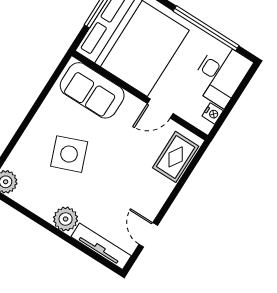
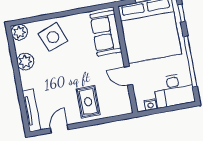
side table: (69, 154) -> (53, 37), moved
rug: (176, 157) -> (88, 102), moved, turned 90
plant: (66, 219) -> (25, 62), moved

